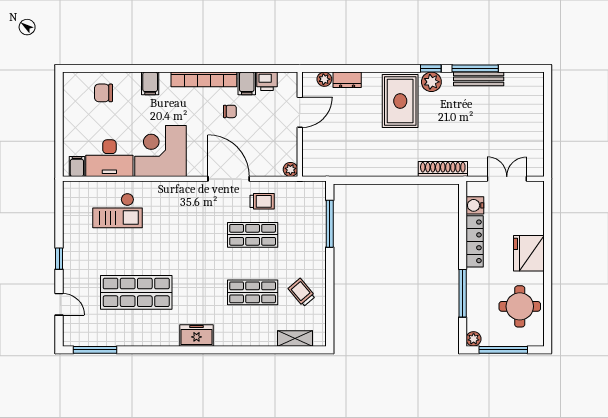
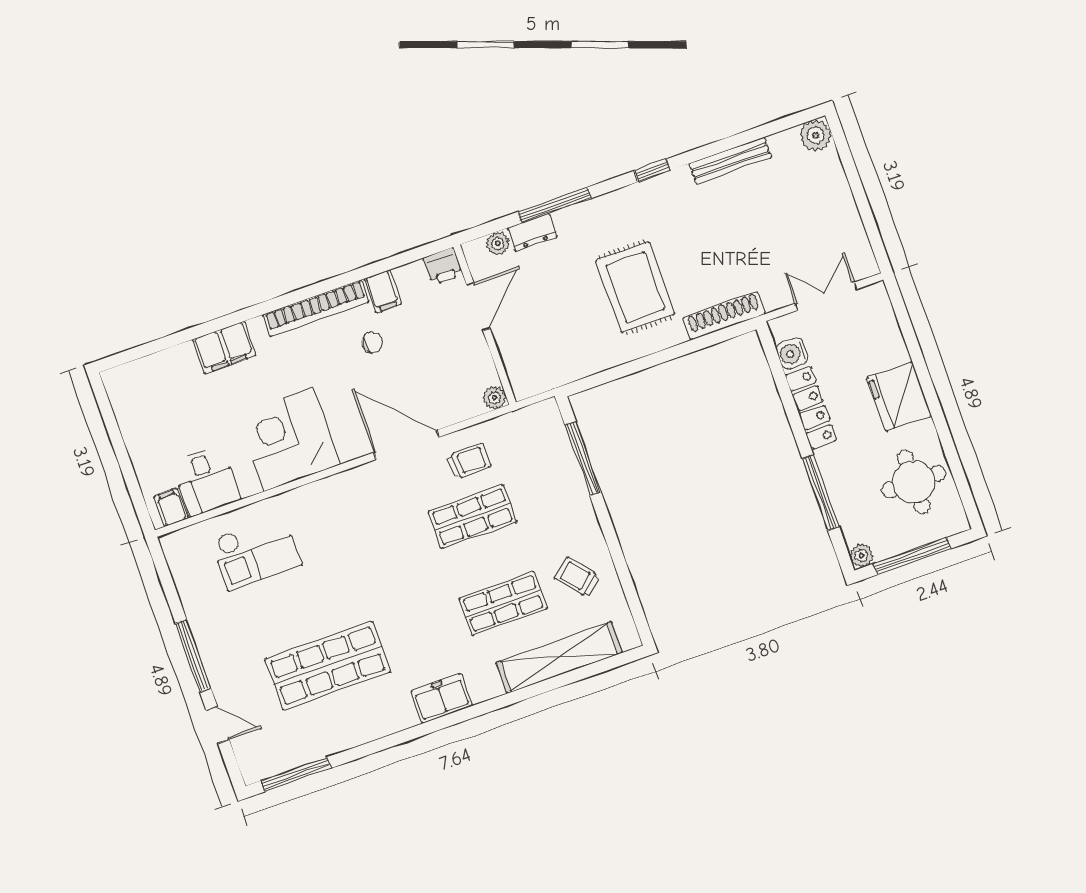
window: (475, 68) -> (555, 205), moved
printer: (267, 81) -> (443, 266), moved
plant: (431, 82) -> (816, 135), moved
filing cabinet: (150, 83) -> (224, 348), width x2.00
chair: (104, 93) -> (172, 382), removed
rug: (400, 101) -> (635, 287), moved
desk: (109, 158) -> (206, 481), width x0.73
window: (59, 259) -> (193, 656), width x2.17
shelving: (295, 338) -> (559, 657), width x2.20, depth x1.33

